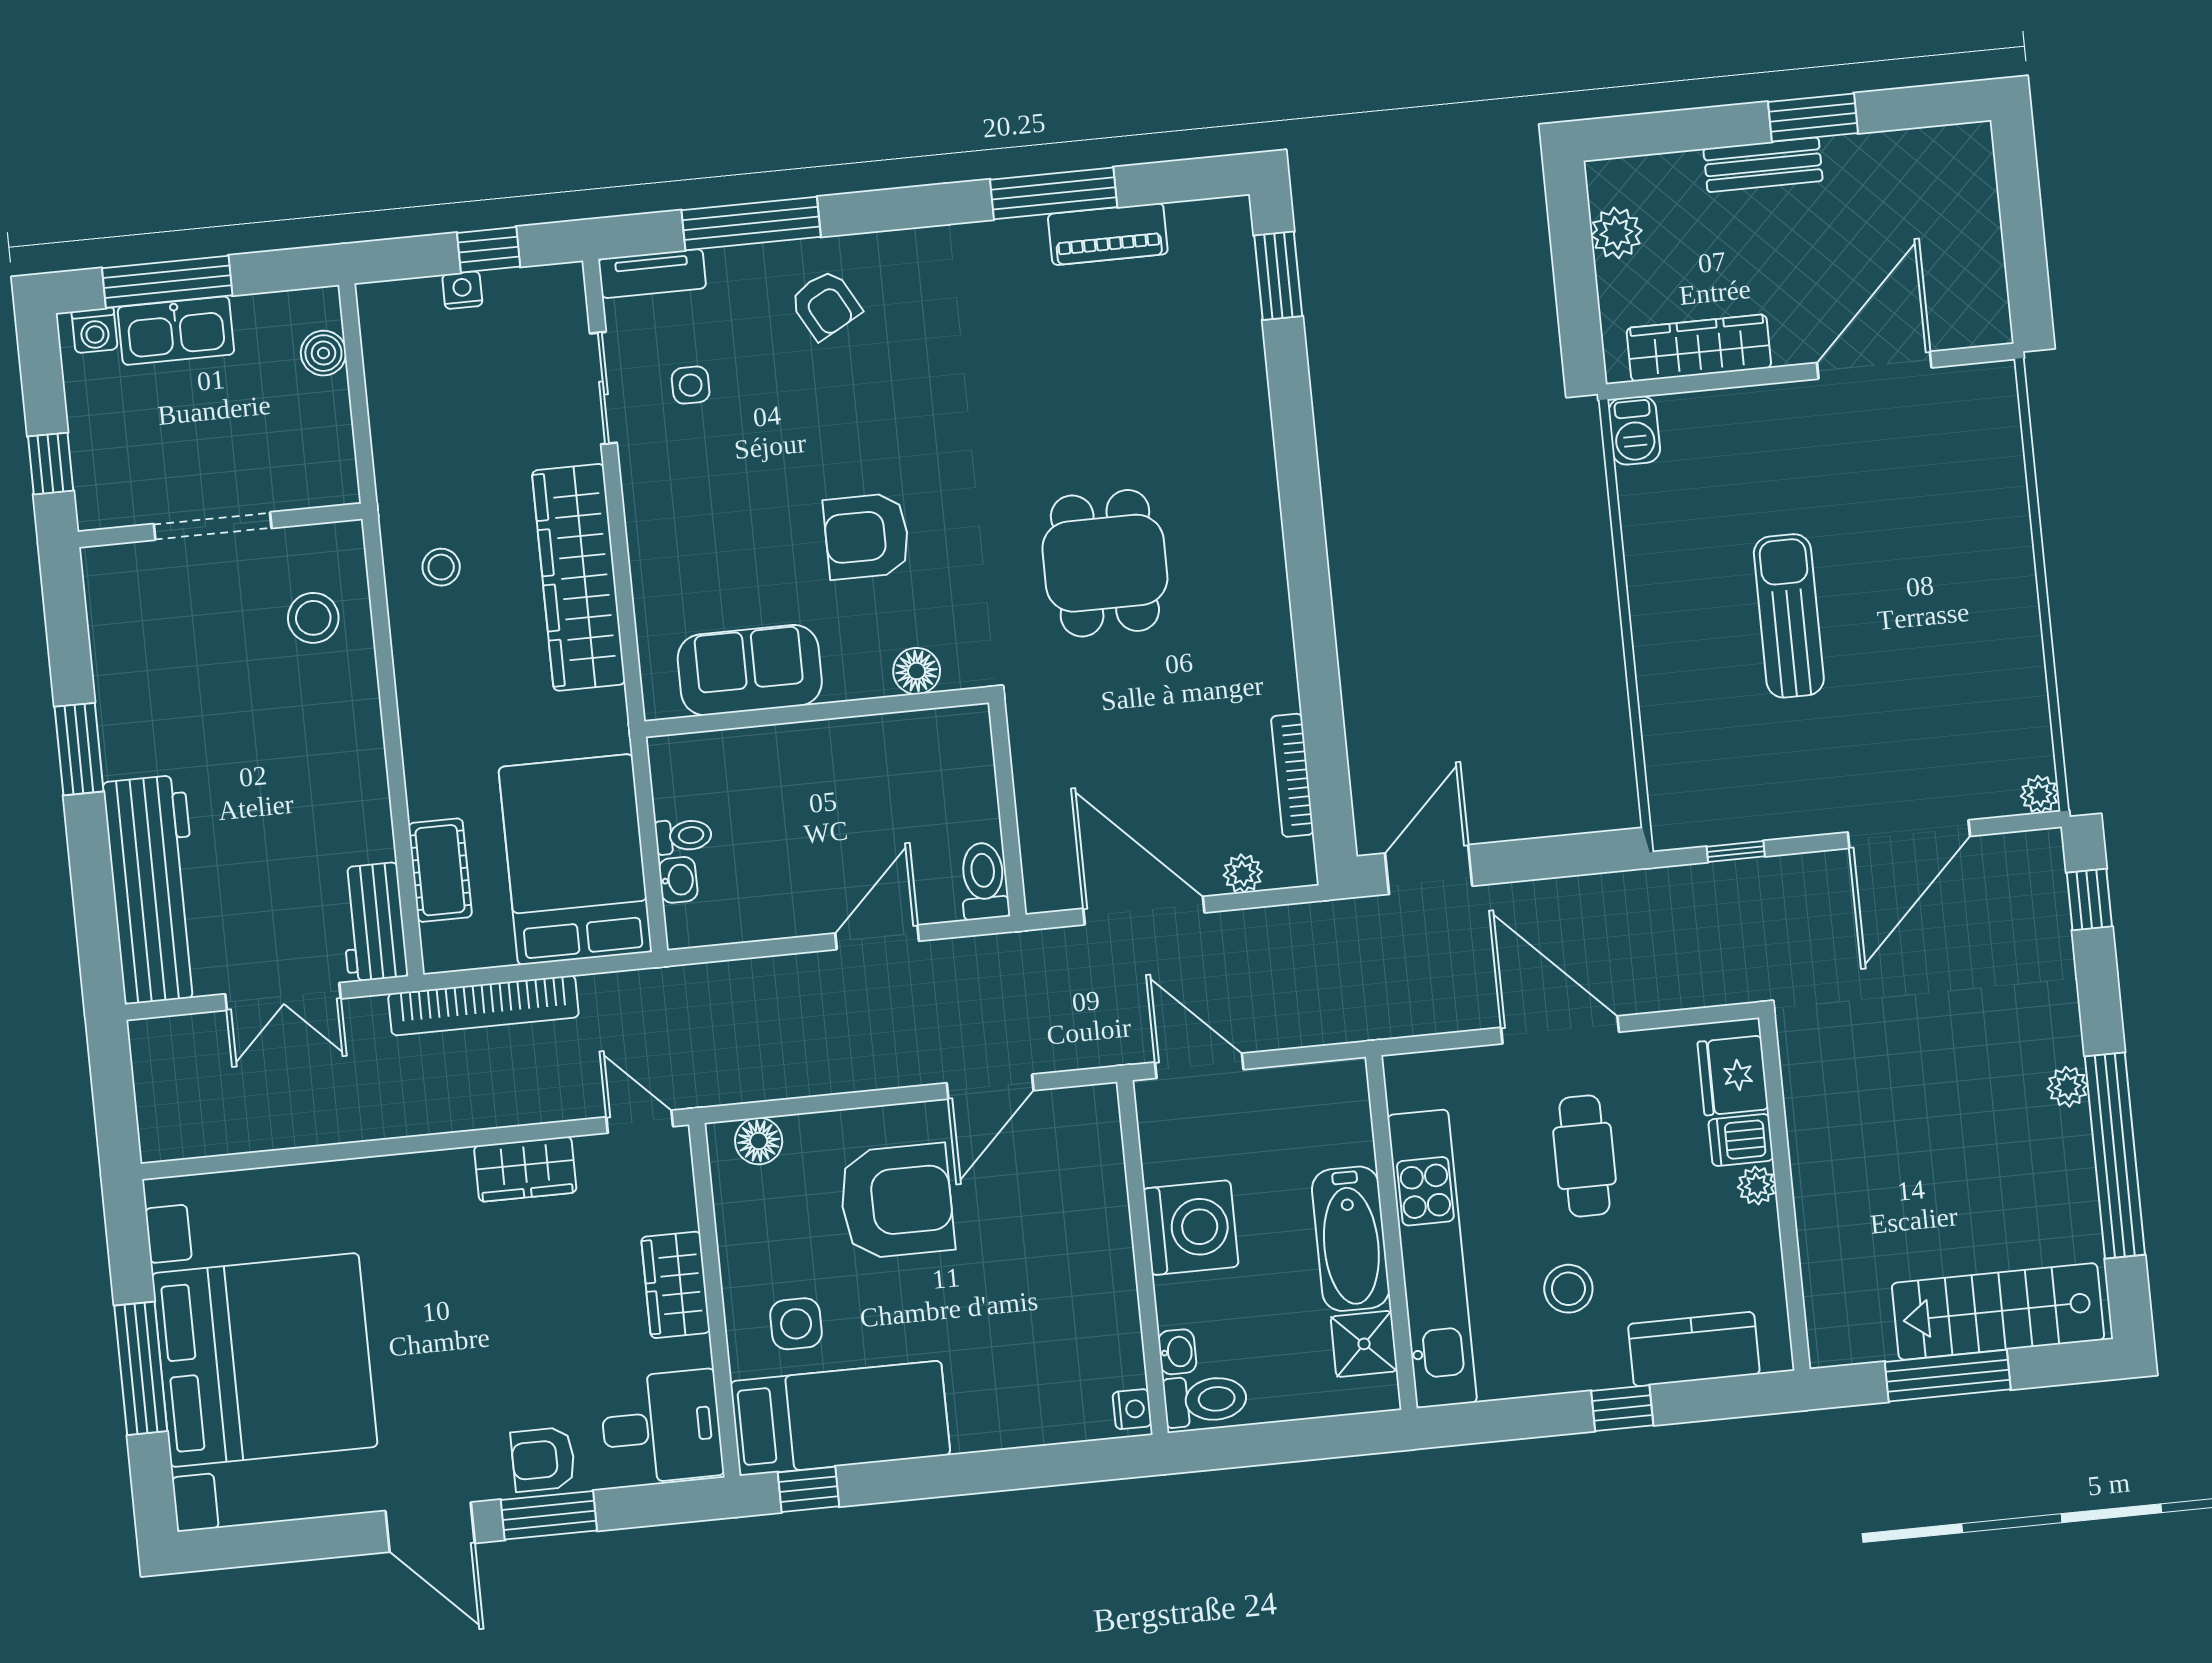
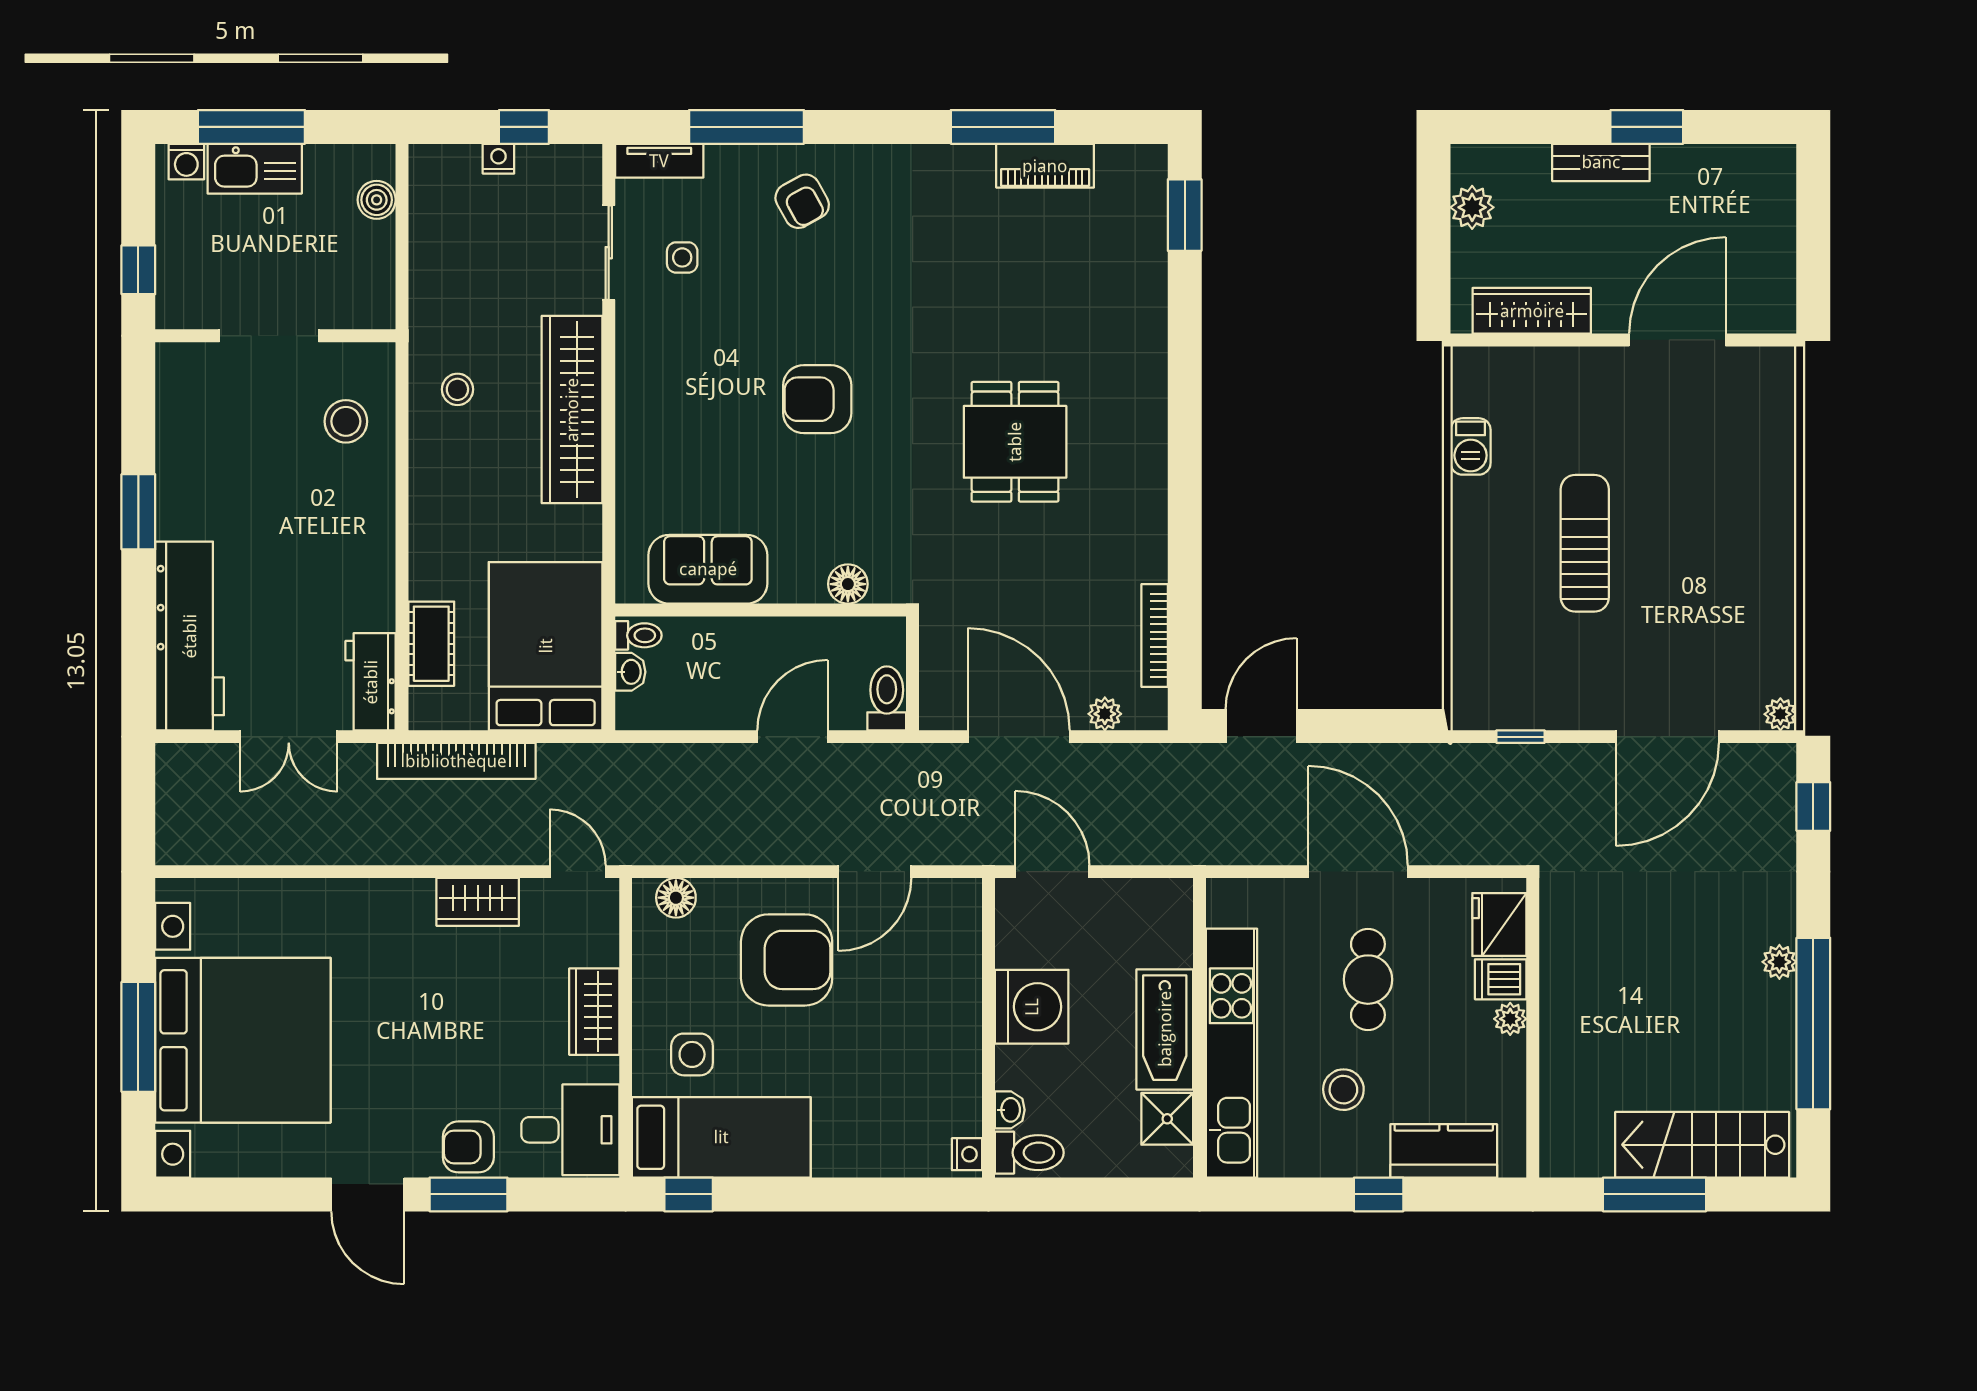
barbecue: (1634, 430) -> (1471, 446), moved
sofa: (750, 670) -> (708, 569), moved
floor lamp: (917, 671) -> (848, 584), moved
wall: (817, 712) -> (761, 610), moved

